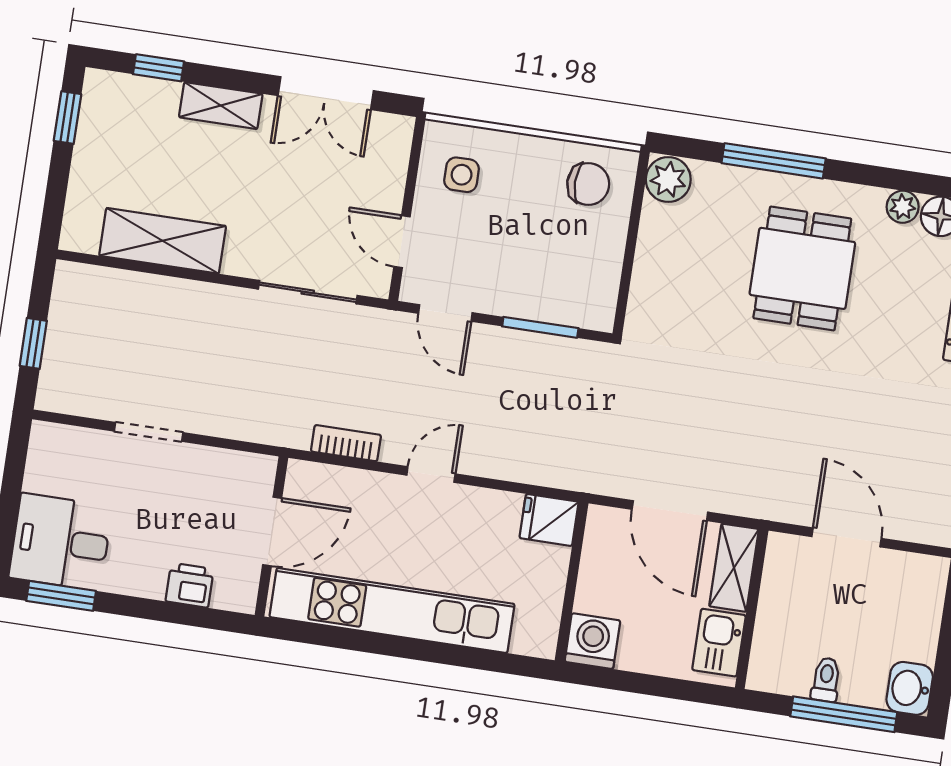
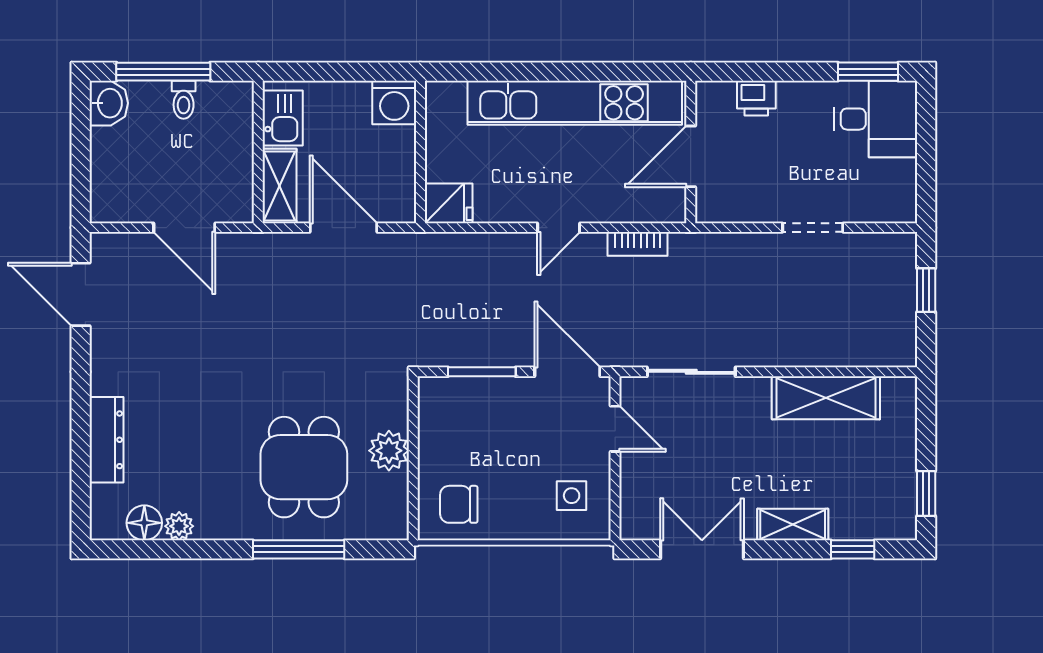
plant: (668, 179) -> (389, 451), moved
dining table: (802, 268) -> (304, 467), moved
door: (445, 313) -> (567, 372), width x1.38

